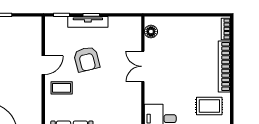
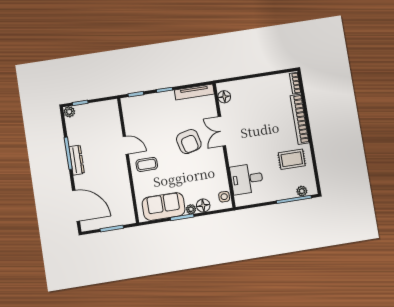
tv unit: (88, 22) -> (194, 92), moved
armchair: (87, 59) -> (189, 142), moved
door: (43, 65) -> (126, 145), hinge flipped

